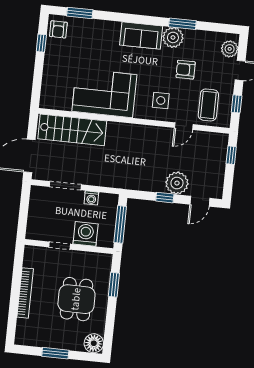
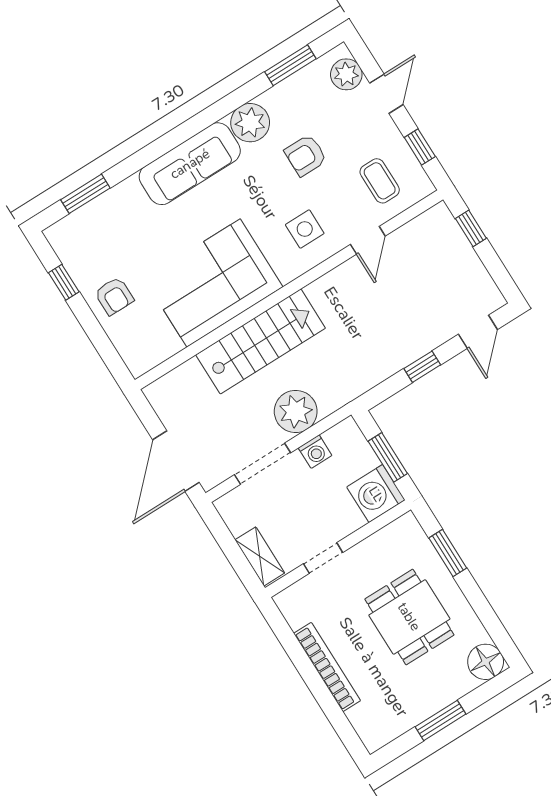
window: (182, 24) -> (290, 65), moved
armchair: (58, 29) -> (114, 296), moved
sofa: (141, 36) -> (190, 164), width x1.36
coffee table: (208, 105) -> (380, 181), width x0.73, depth x0.77
stairs: (72, 130) -> (261, 341), moved
plant: (177, 183) -> (296, 412), moved
shelving: (33, 224) -> (260, 556), added
window: (120, 224) -> (388, 457), width x0.69
washing machine: (86, 234) -> (376, 494), moved, turned -90

